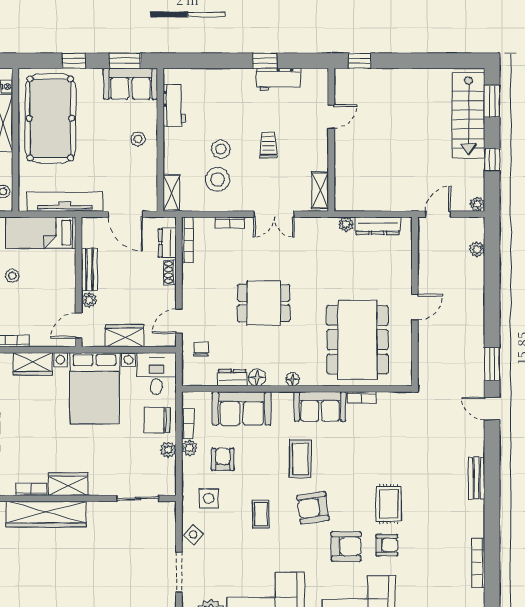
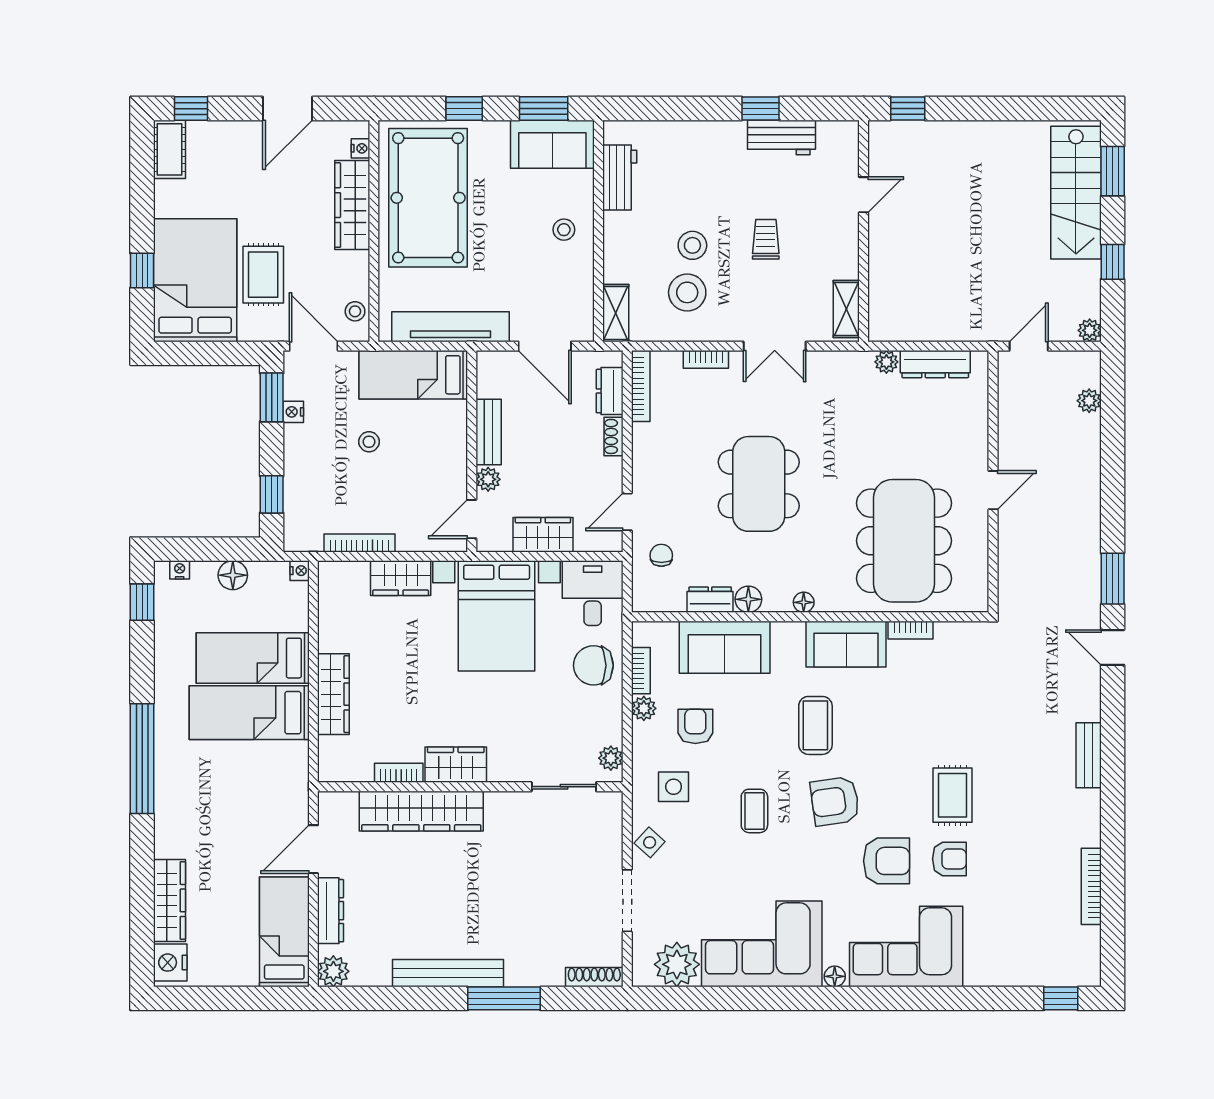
dining table: (264, 303) -> (759, 484), width x1.38
plant: (168, 450) -> (611, 758), moved

